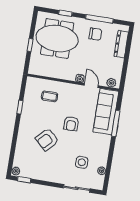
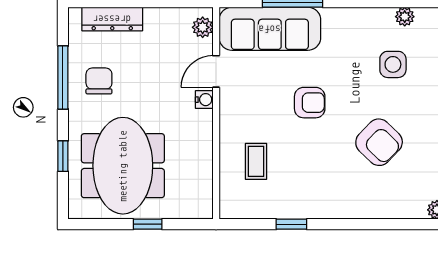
armchair: (47, 140) -> (379, 142), moved

